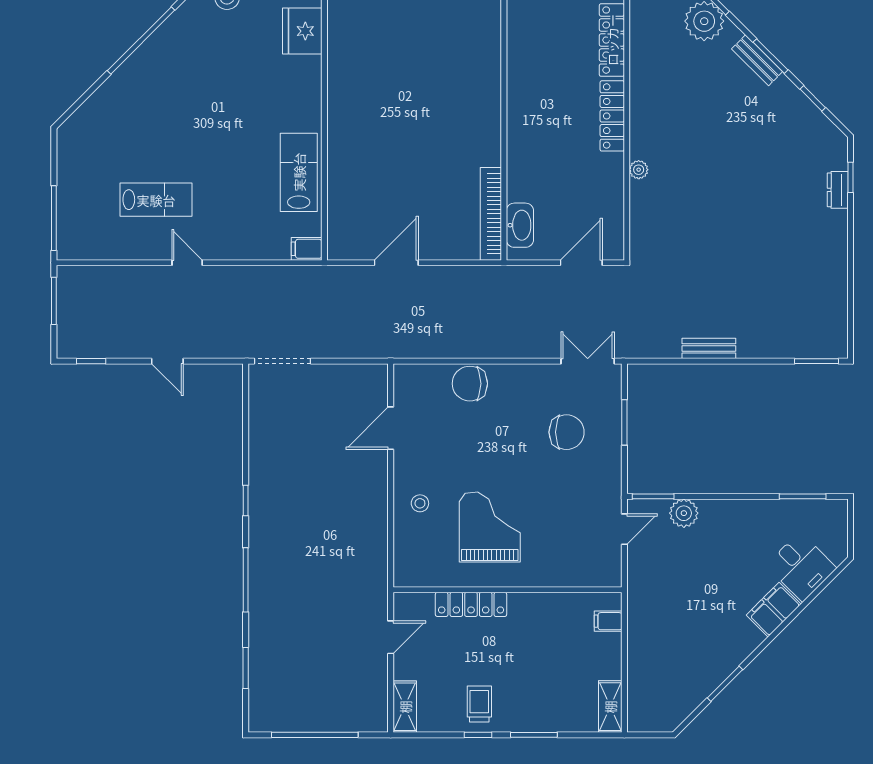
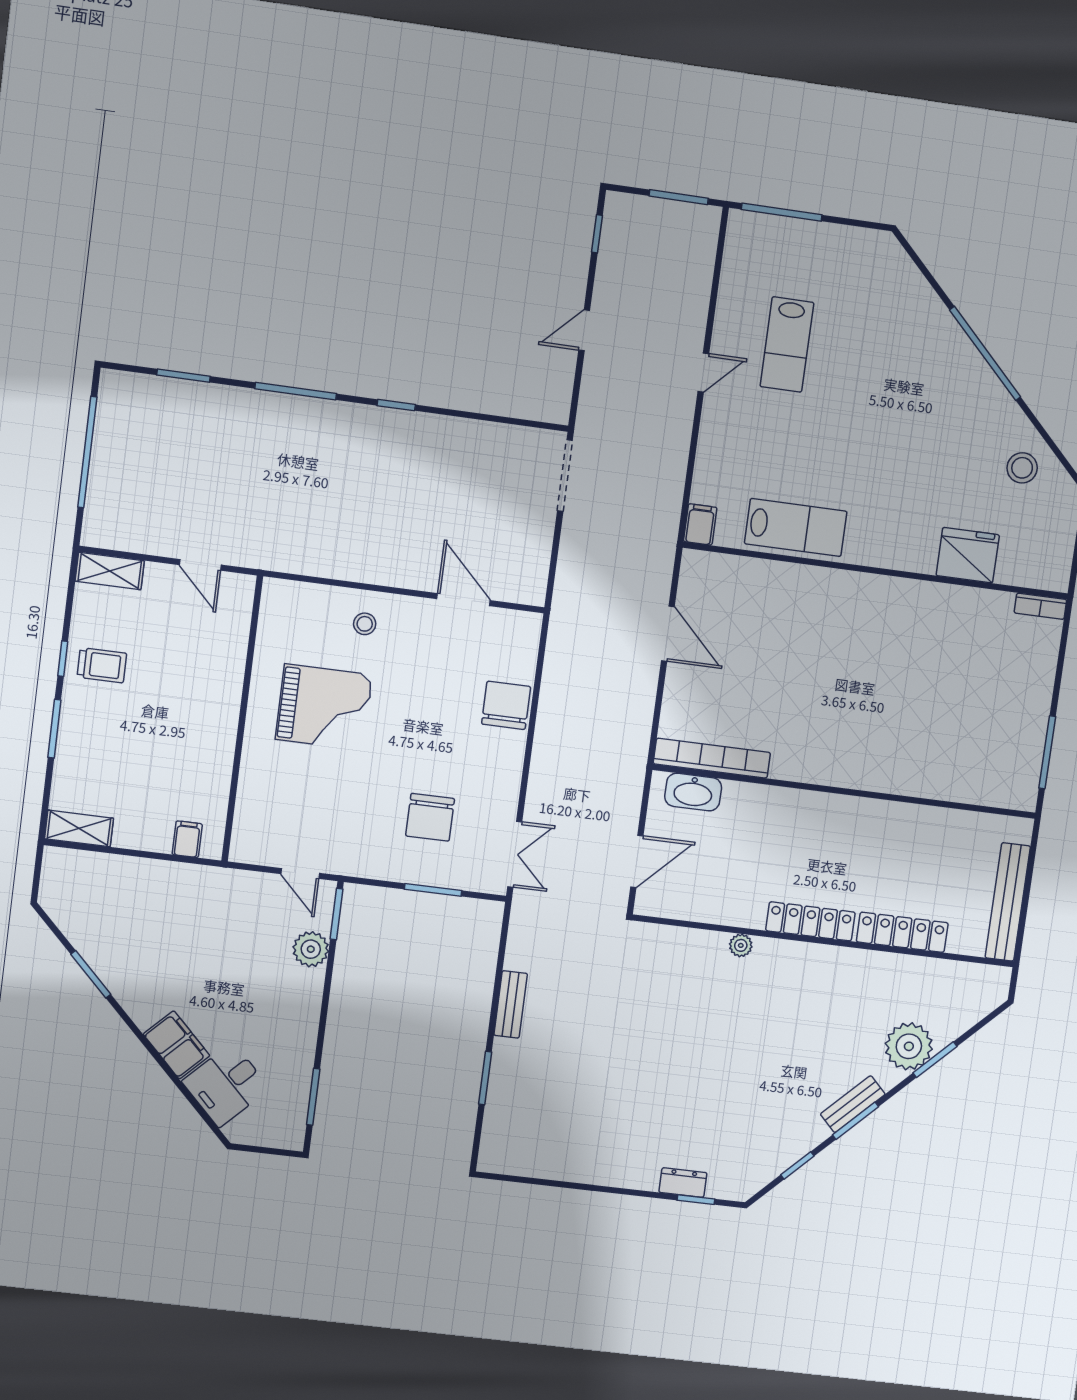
door: (581, 263) -> (637, 861), hinge flipped
window: (816, 361) -> (485, 1078), moved
locker: (471, 604) -> (229, 671), removed

